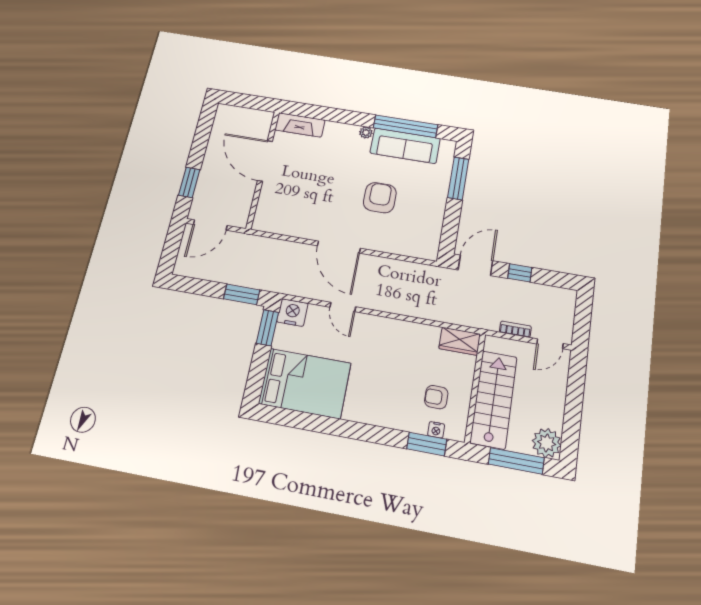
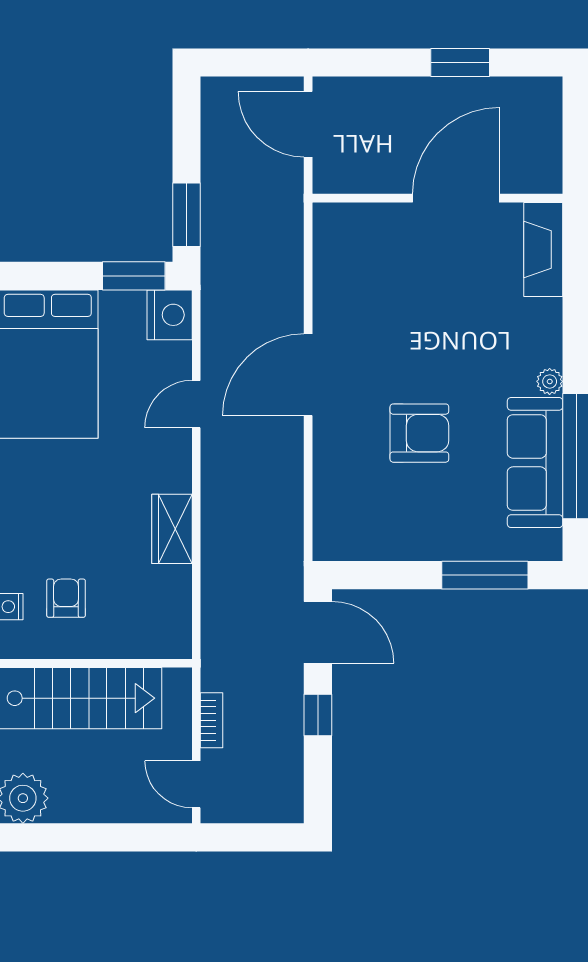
window: (189, 182) -> (460, 63), moved
wardrobe: (460, 341) -> (172, 529), moved

